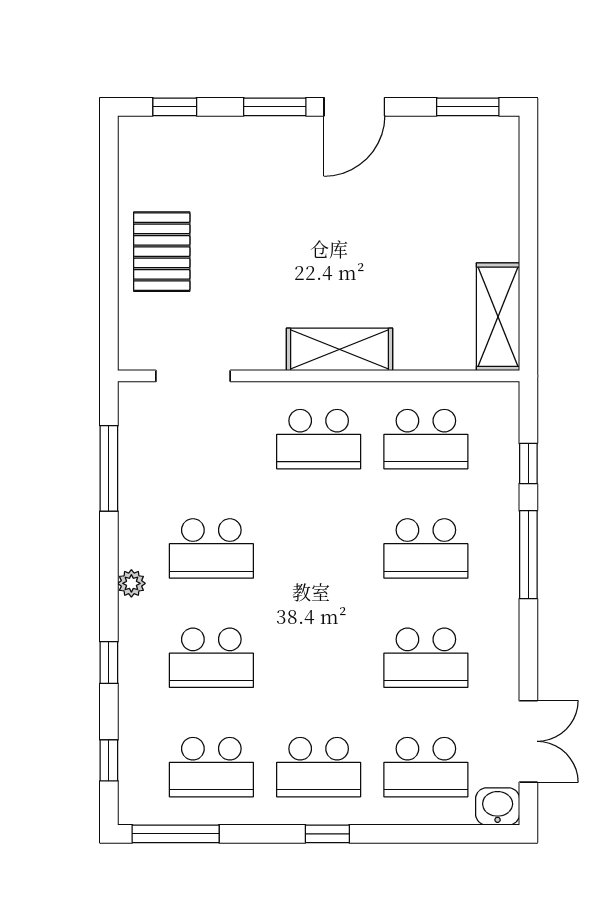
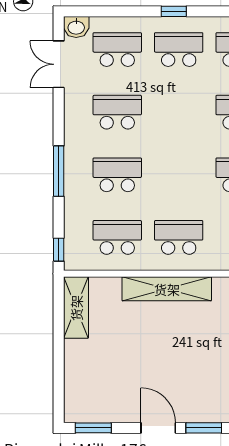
door: (354, 107) -> (158, 428), hinge flipped
shelving: (340, 349) -> (167, 289), width x1.47
window: (528, 464) -> (59, 250), moved

